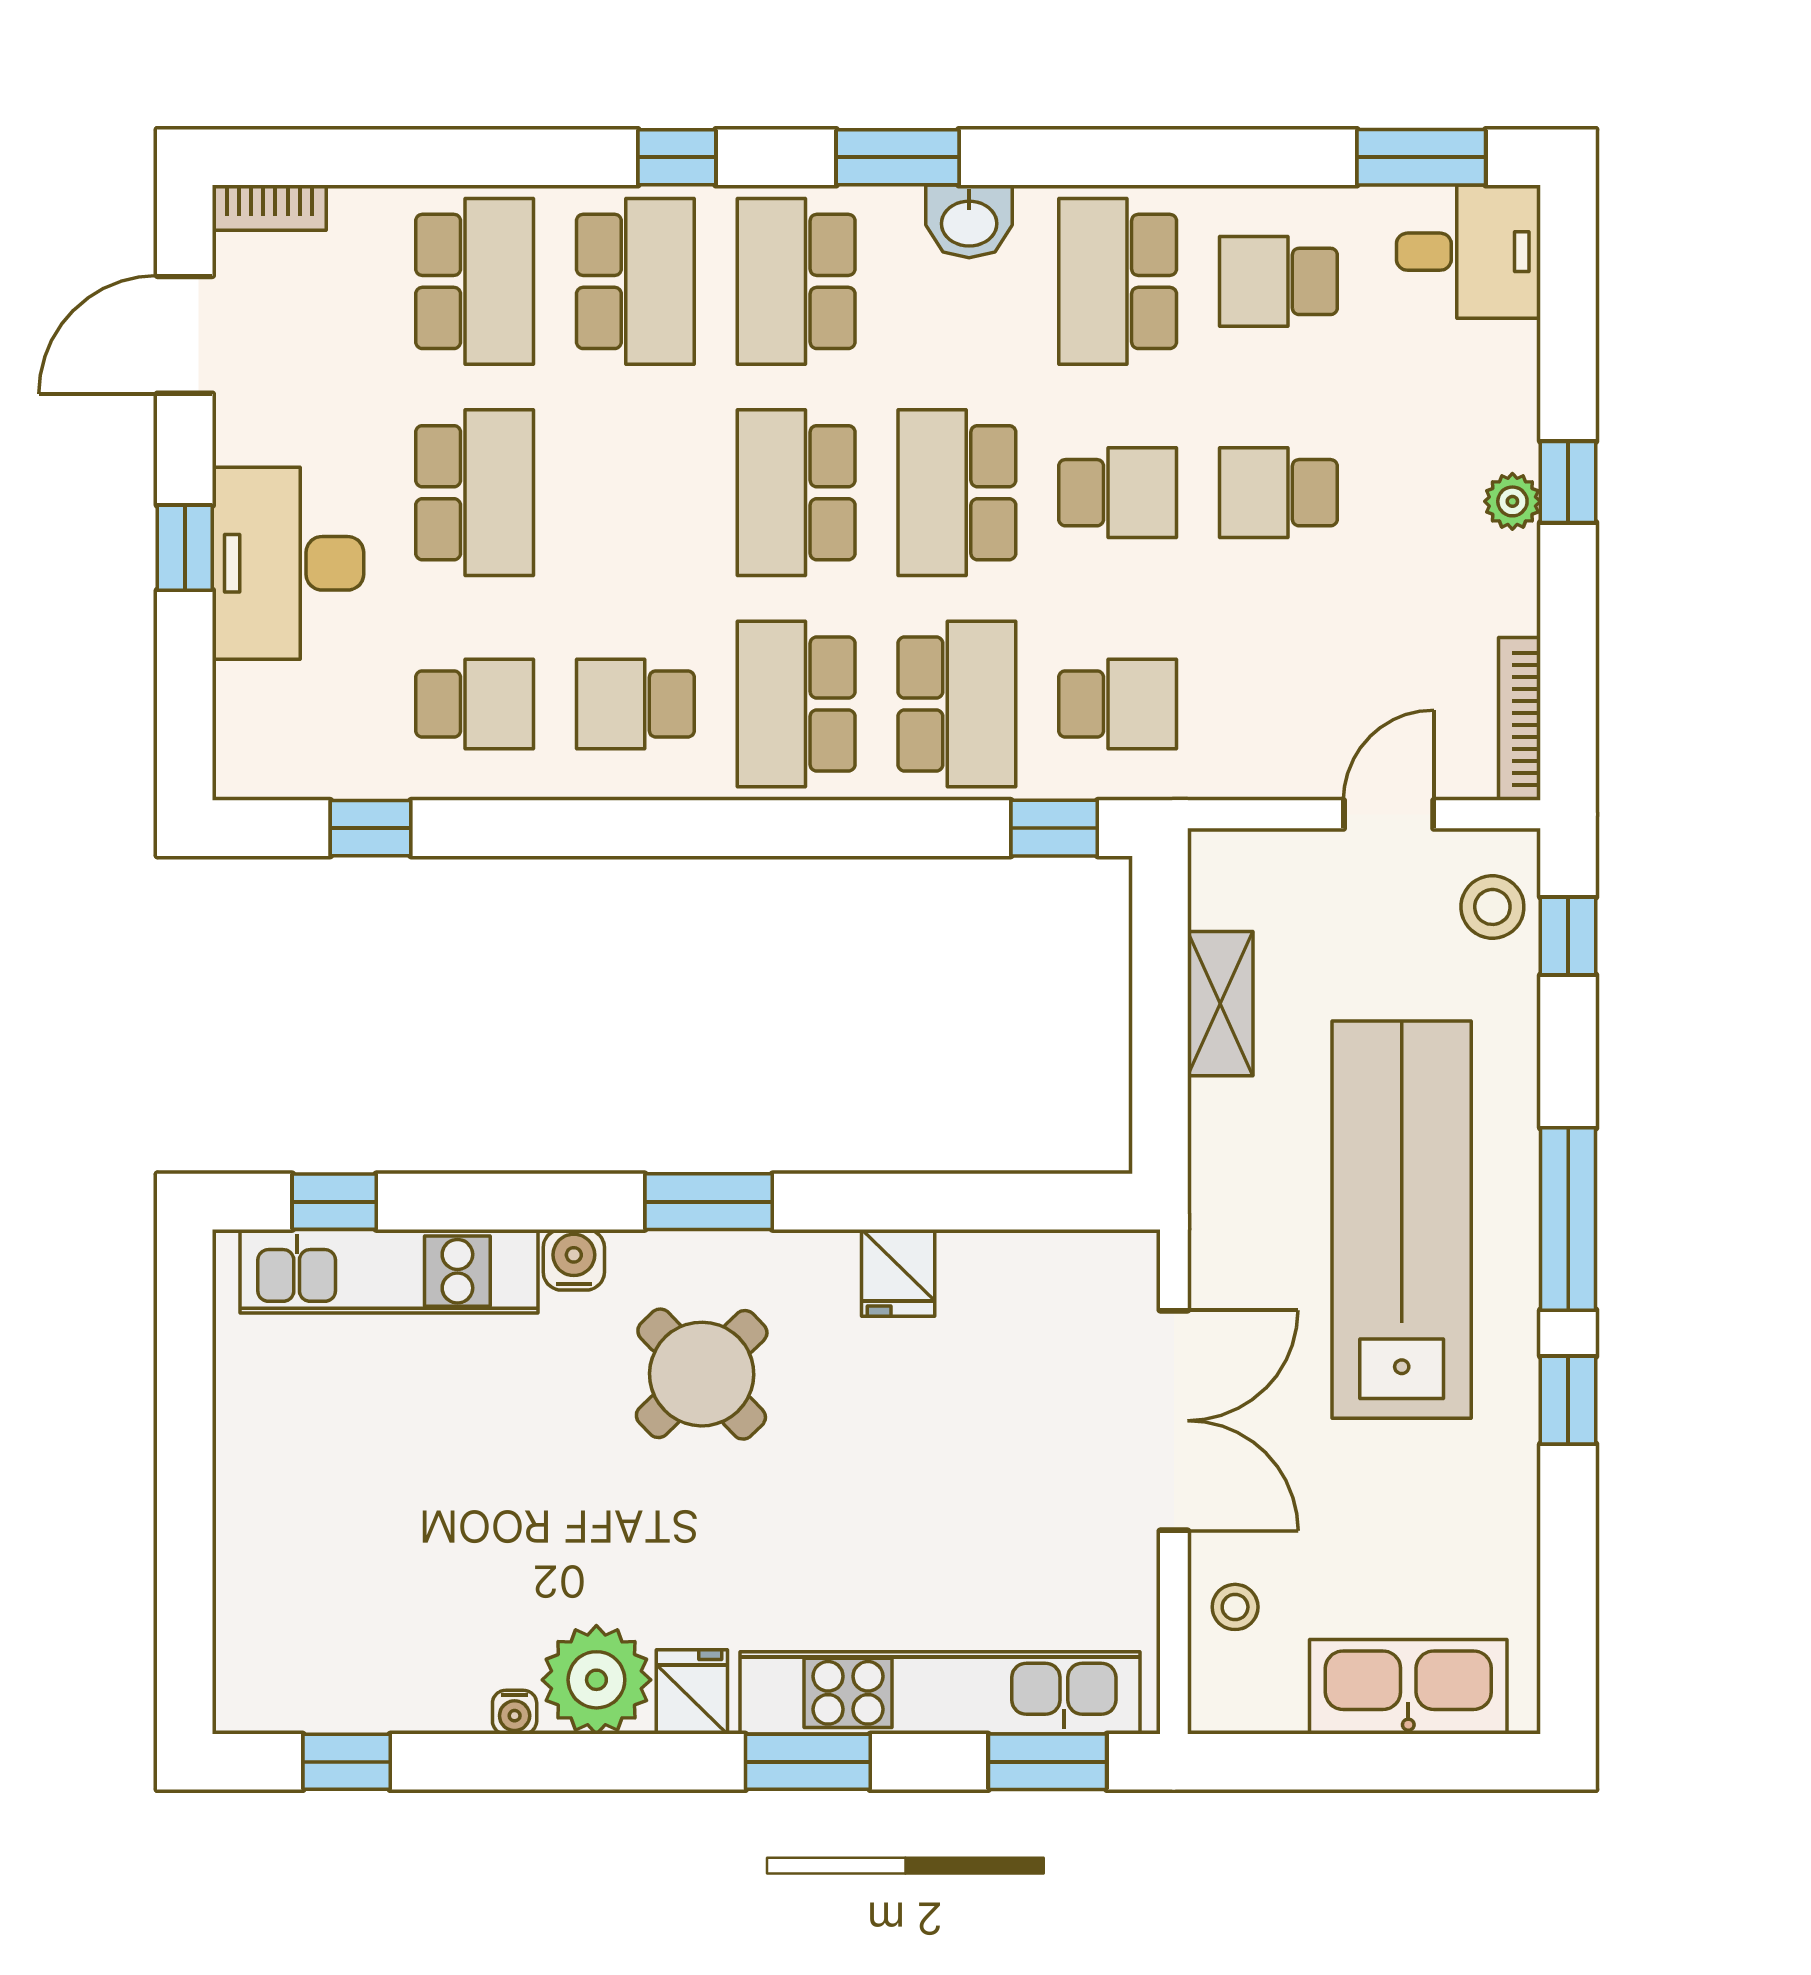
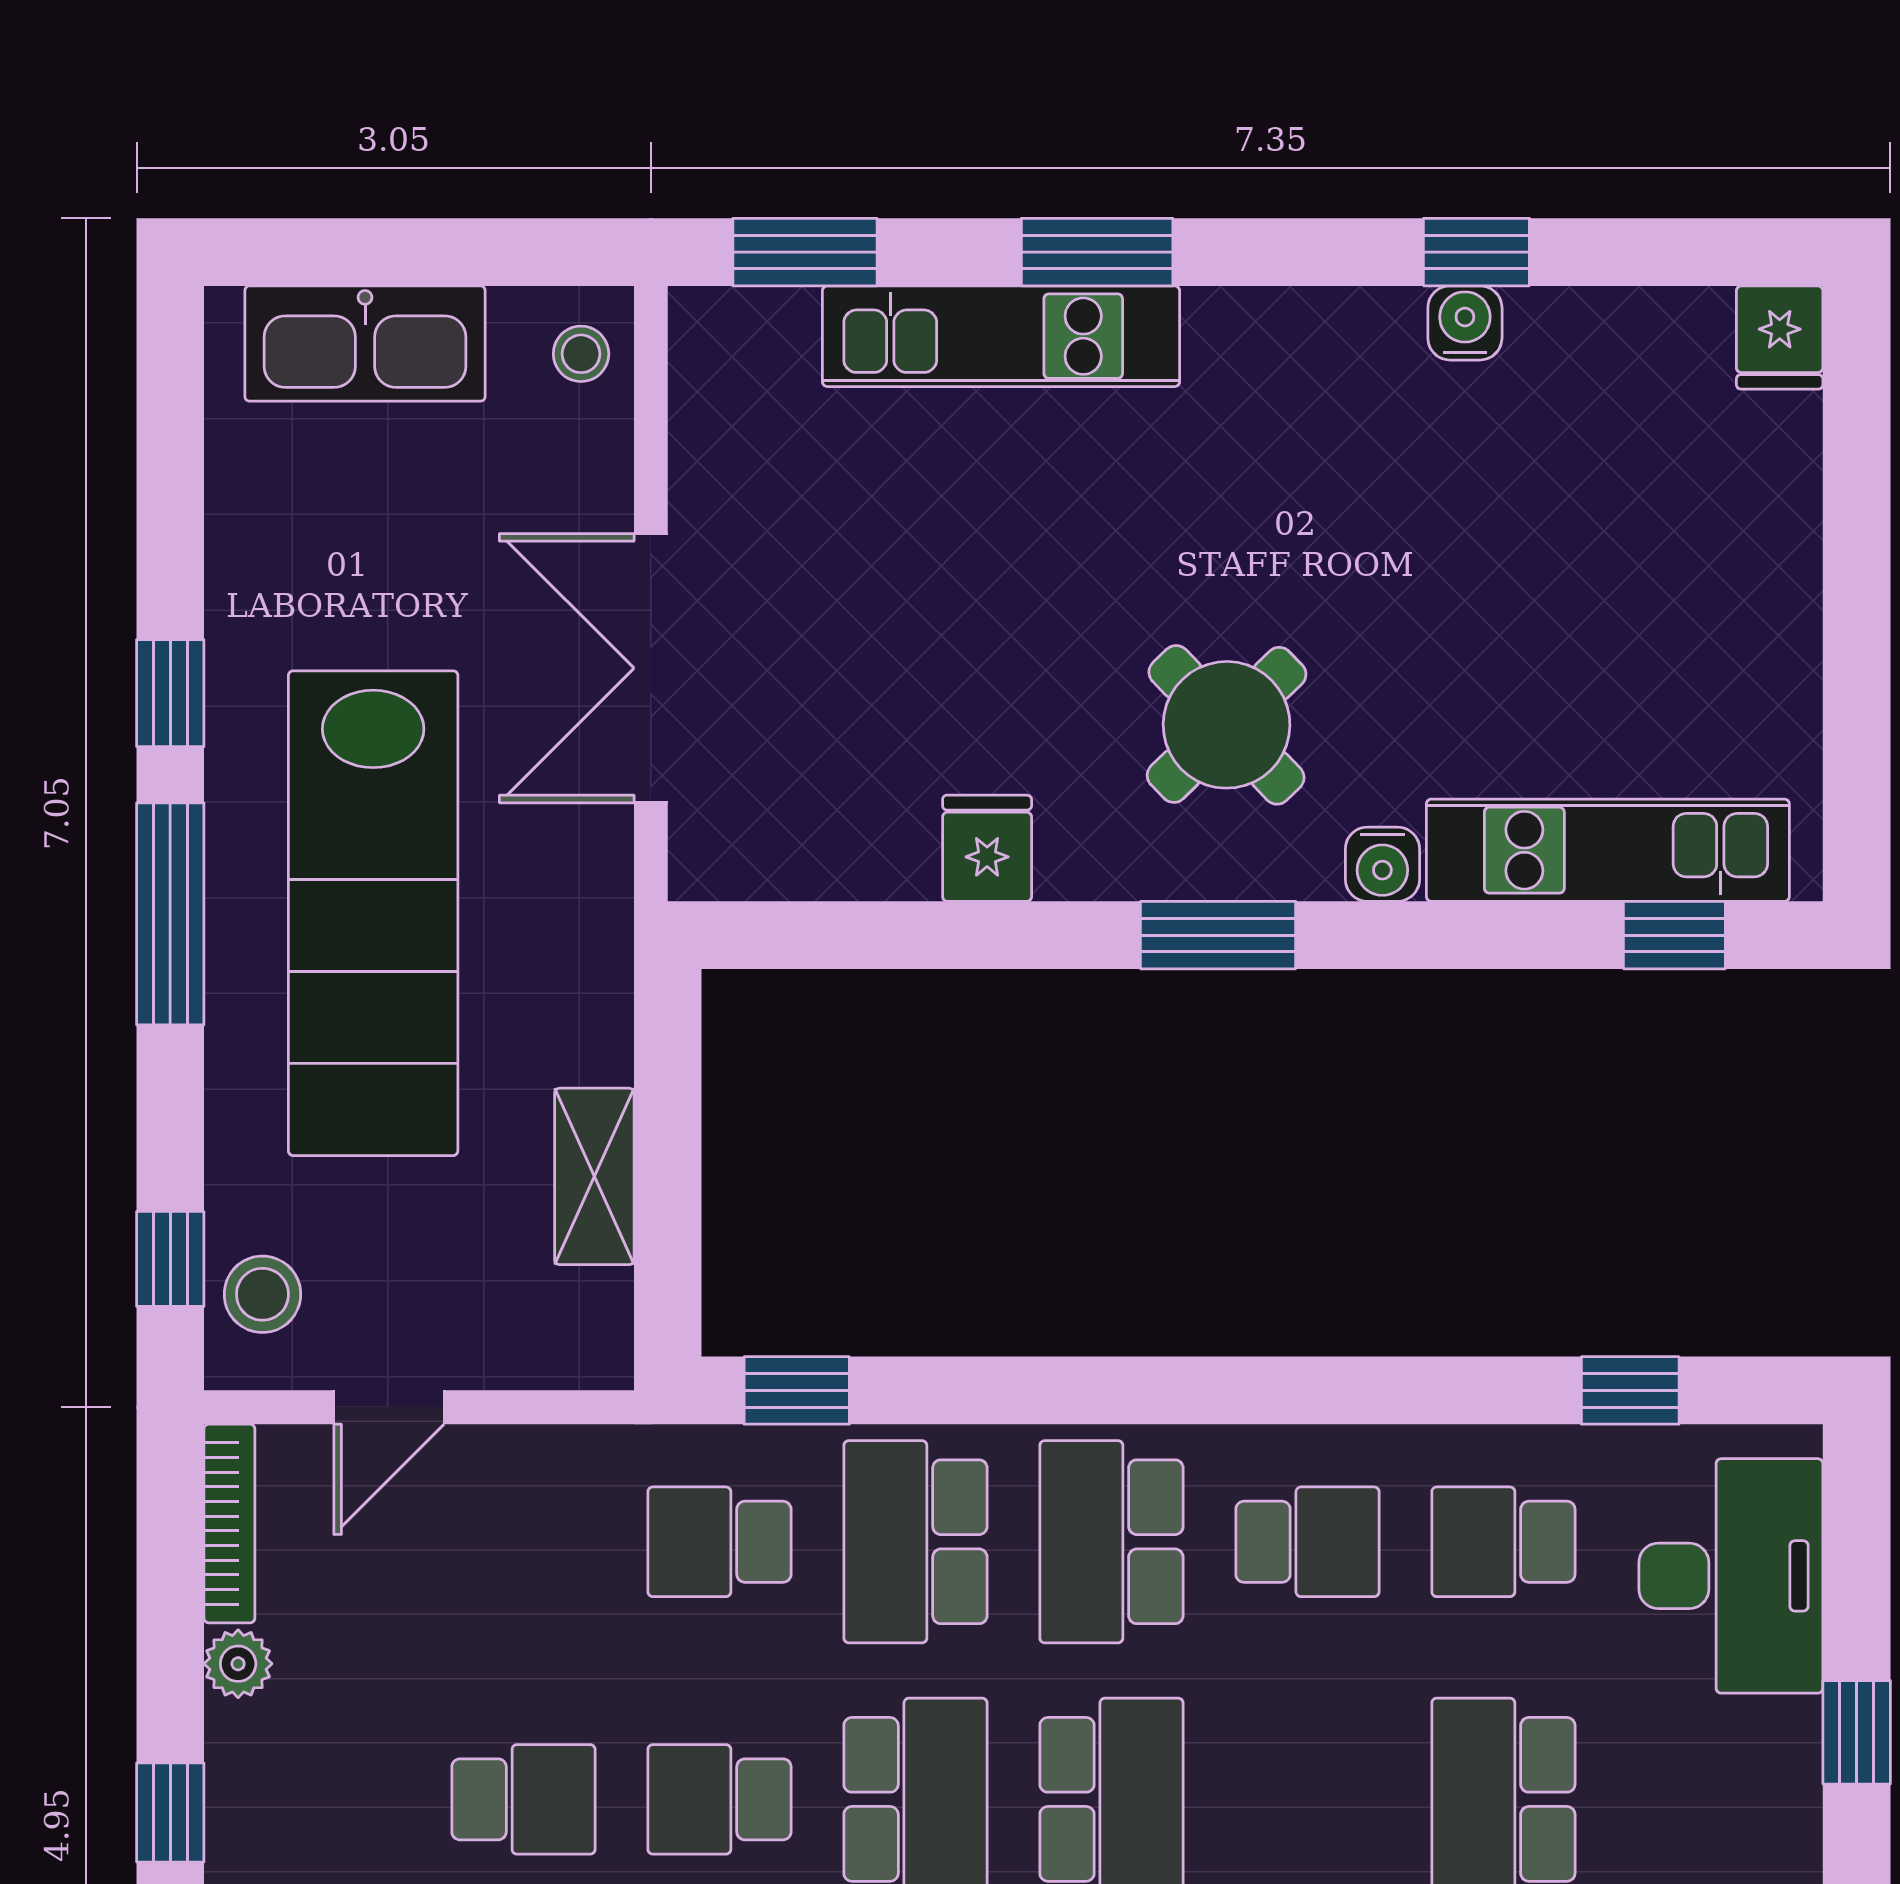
plant: (1512, 501) -> (238, 1664), moved
desk: (288, 563) -> (1731, 1576), moved
school desk: (796, 704) -> (1111, 1542), turned 180
stool: (1235, 1607) -> (581, 354), moved
plant: (596, 1680) -> (1355, 352), removed
fridge: (692, 1692) -> (1780, 337), moved
kitchen unit: (940, 1693) -> (1001, 336), width x0.73
water cooler: (515, 1712) -> (1465, 323), width x1.38, depth x1.38
window: (347, 1762) -> (1476, 252), moved

